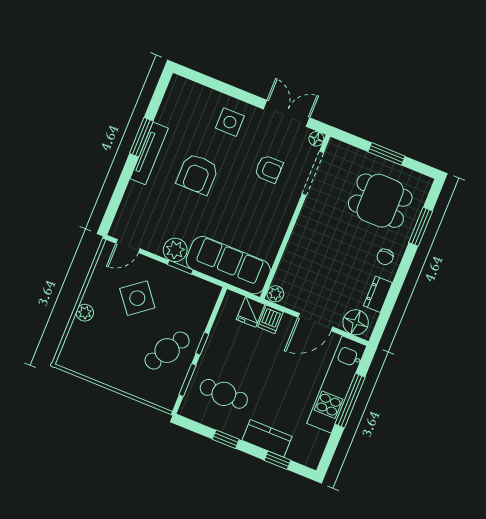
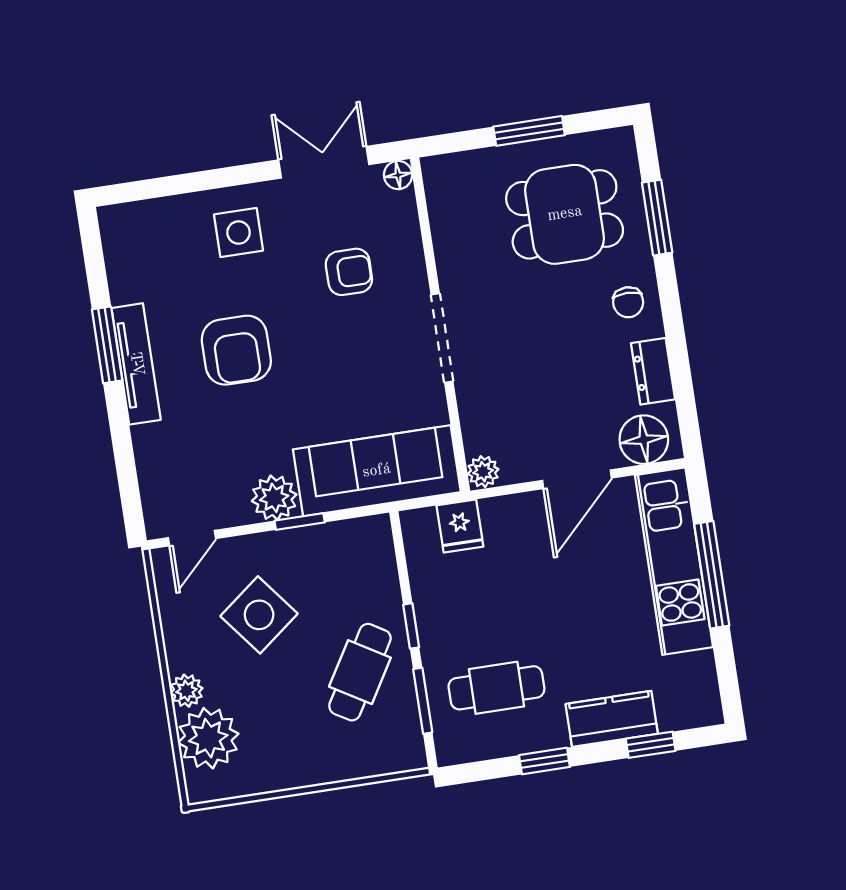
doorway: (313, 173) -> (442, 338), moved
dishwasher: (270, 319) -> (500, 519), removed
plant: (82, 340) -> (208, 738), added

